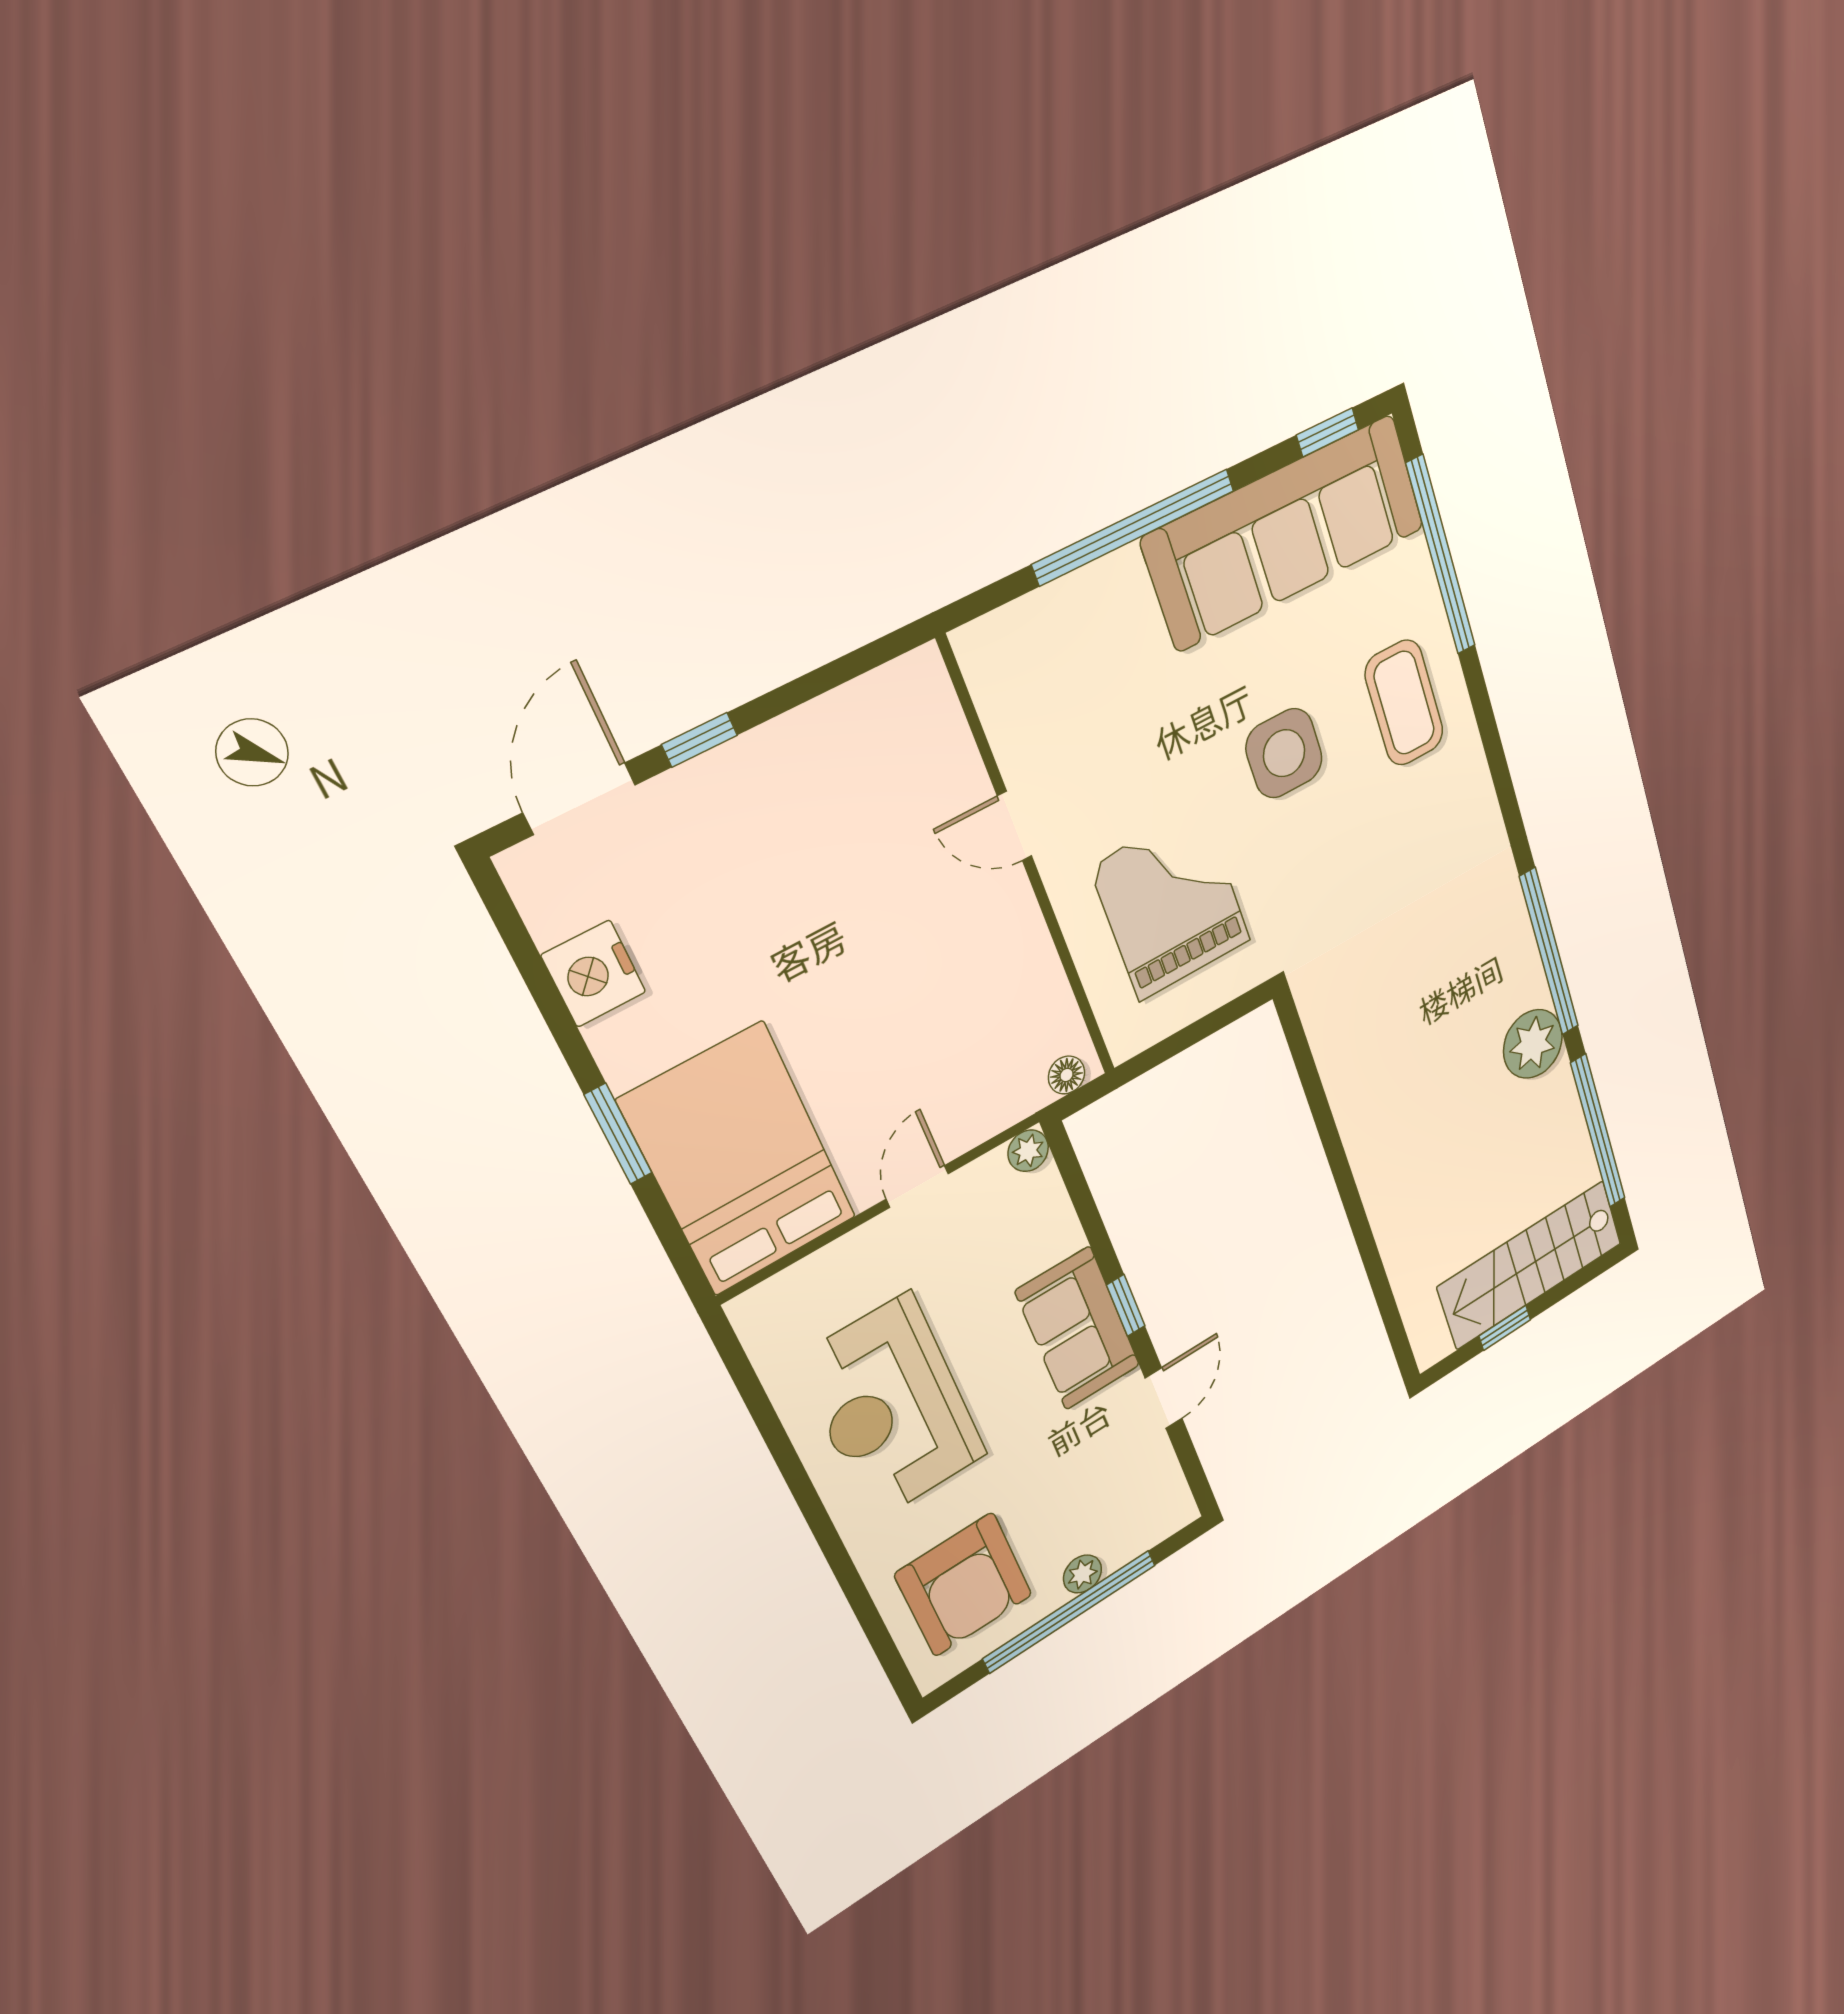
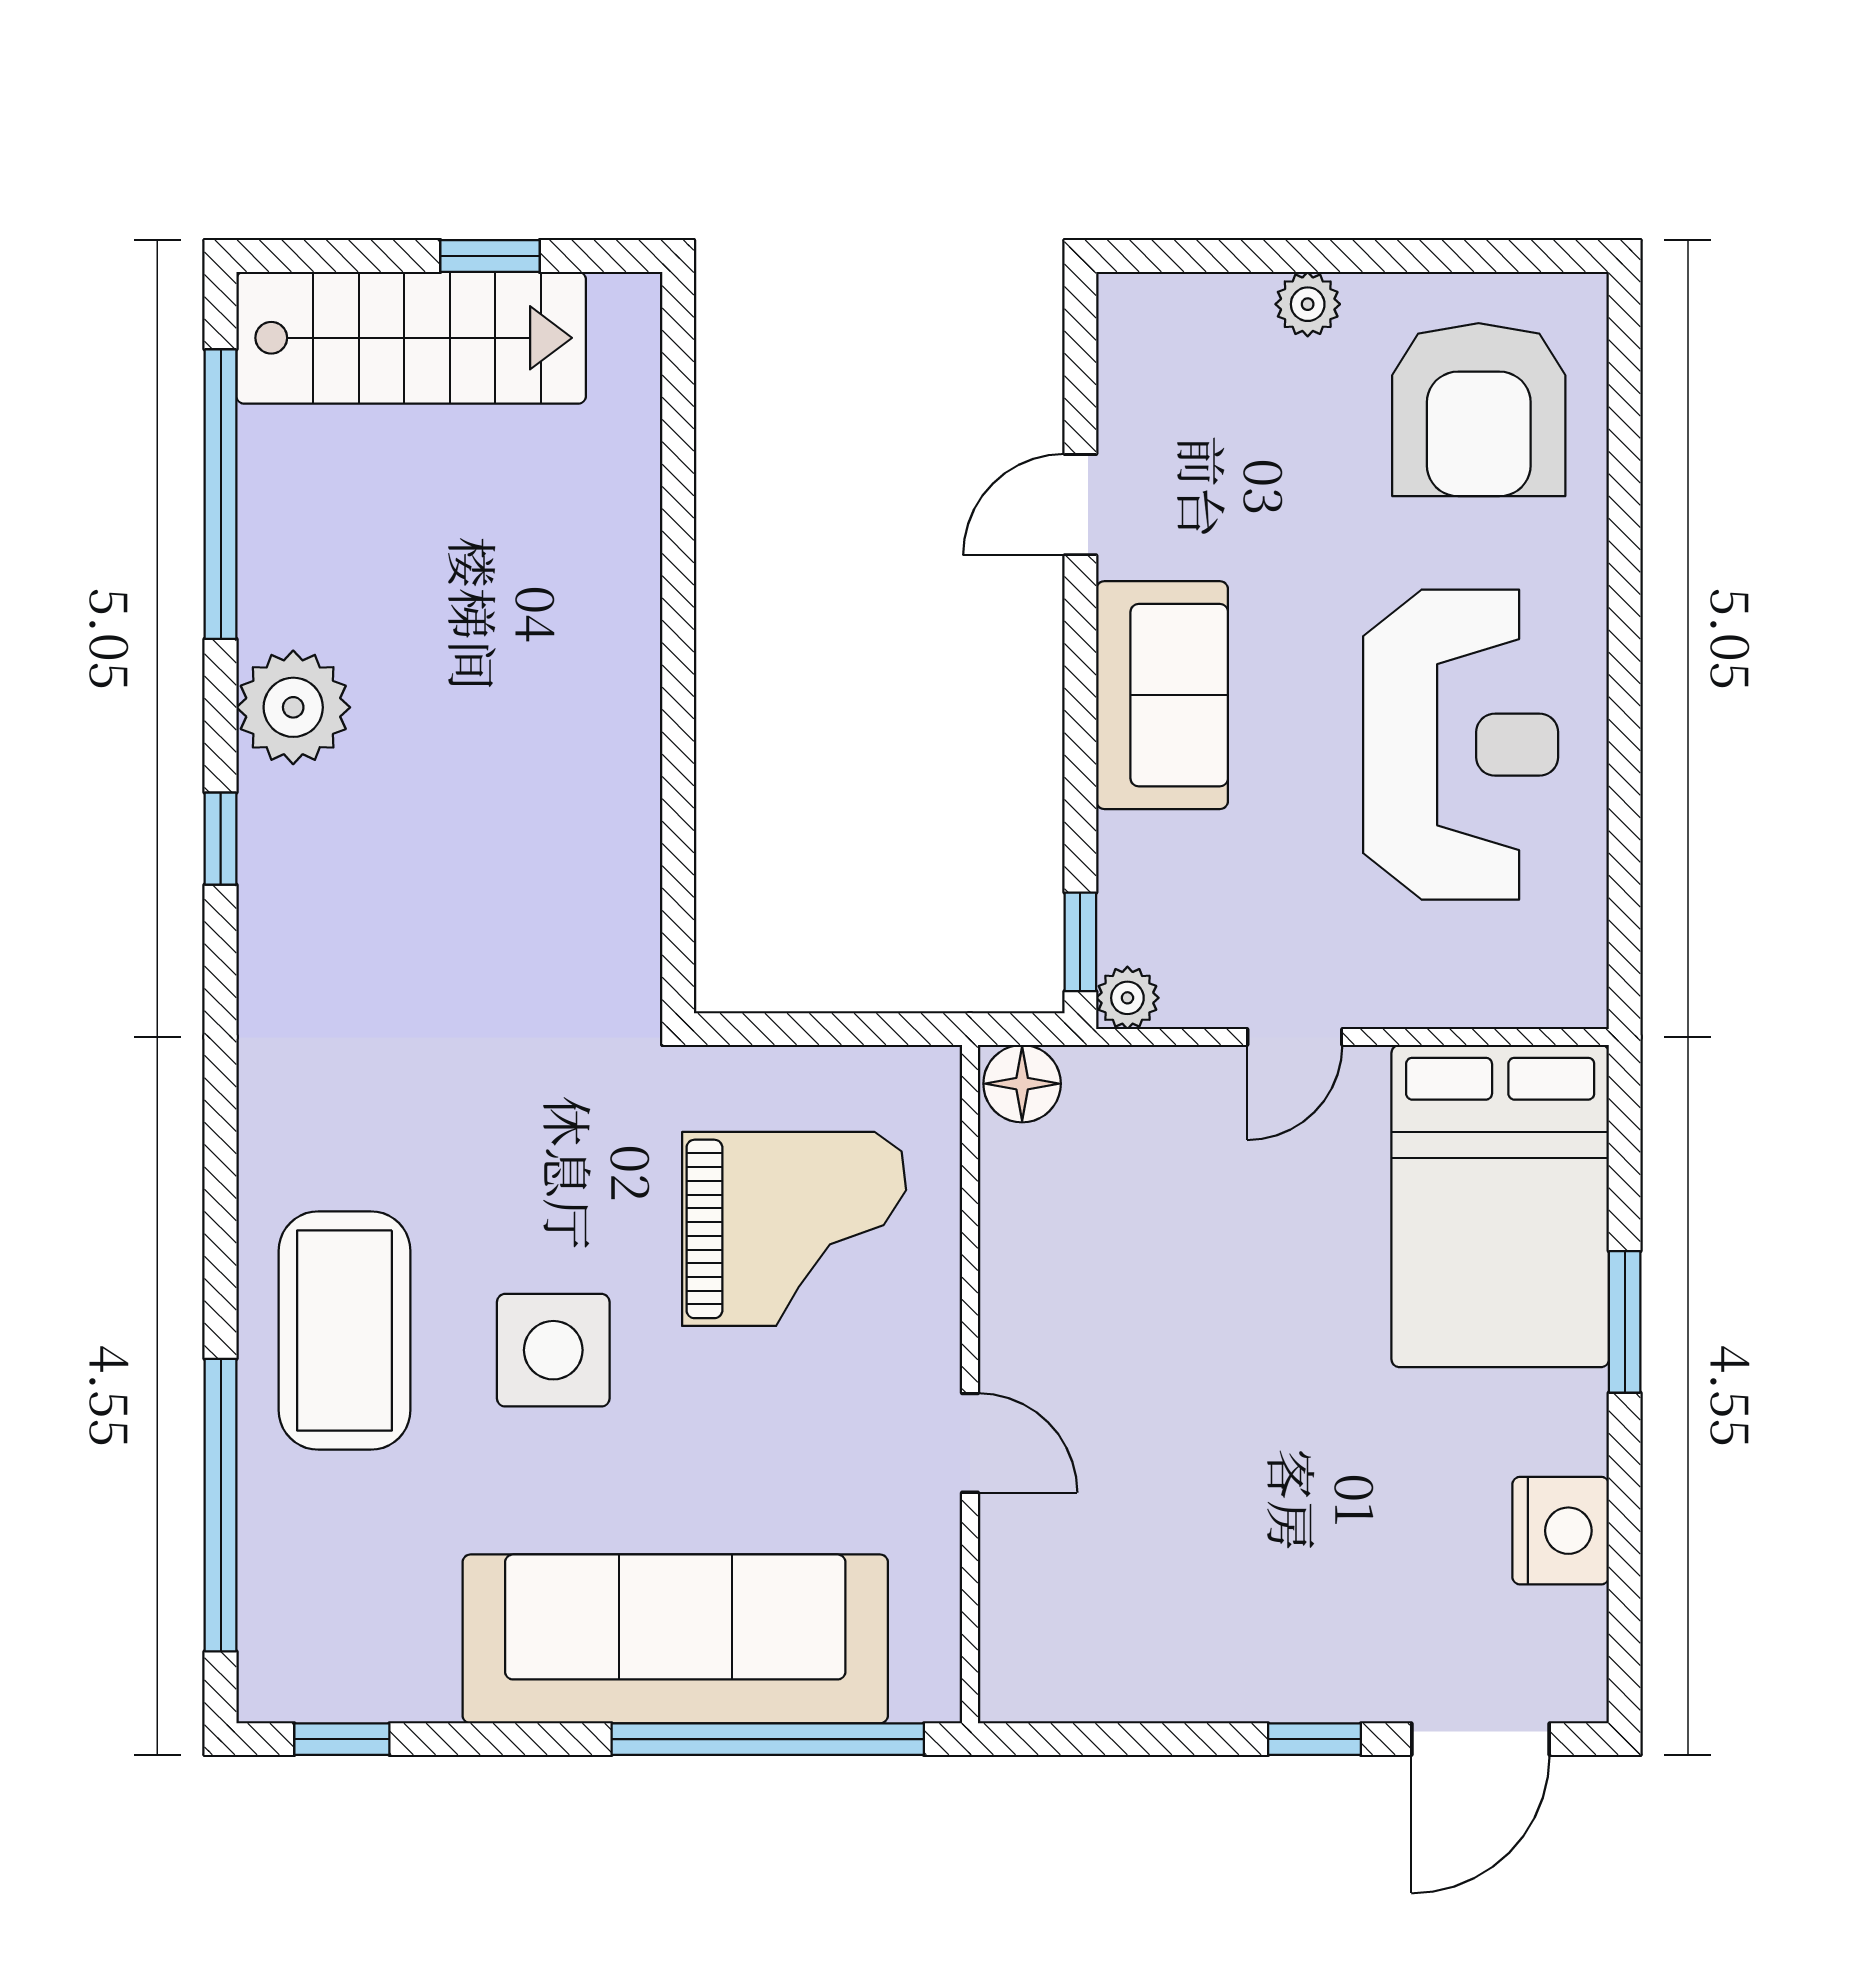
window: (1134, 527) -> (768, 1739), moved
sofa: (1285, 533) -> (675, 1639), moved
coffee table: (1404, 703) -> (345, 1330), width x1.36, depth x1.32
grand piano: (1171, 904) -> (794, 1229), turned -90
window: (1549, 952) -> (221, 839), width x0.32
floor lamp: (1067, 1075) -> (1022, 1084), width x1.37, depth x1.37
window: (1126, 1305) -> (1080, 942), moved
armchair: (964, 1585) -> (1479, 410), turned 180
window: (1070, 1611) -> (1350, 256), removed

